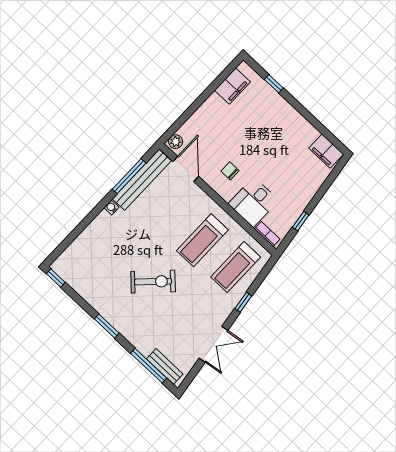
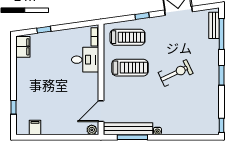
filing cabinet: (233, 86) -> (35, 127), width x0.50
chair: (230, 171) -> (80, 87), removed
window: (301, 221) -> (44, 30), moved
exercise bike: (153, 282) -> (176, 73), turned 110

